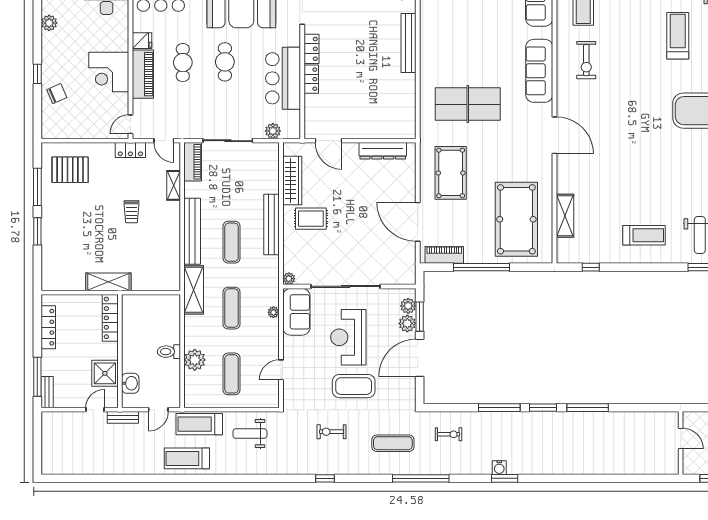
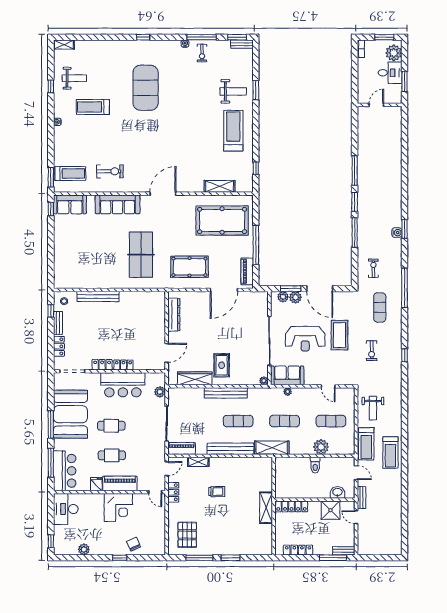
treadmill: (644, 235) -> (233, 131), width x1.37, depth x1.38

